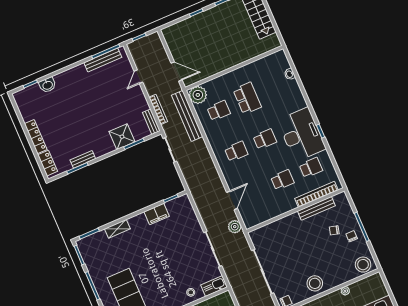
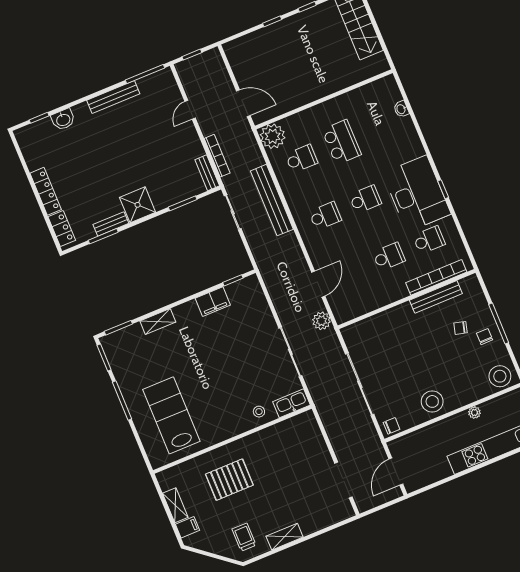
bench: (103, 60) -> (113, 97), moved
bench: (187, 116) -> (272, 200), moved
shower: (122, 137) -> (138, 205), moved

